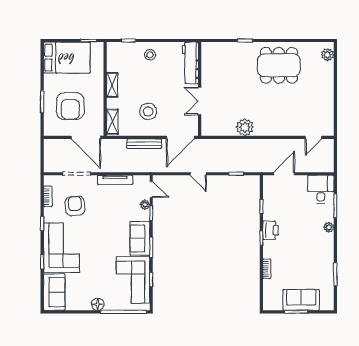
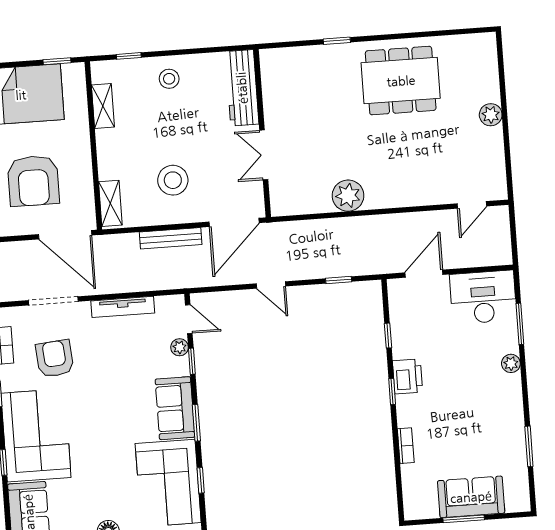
plant: (328, 55) -> (491, 115), moved
shelving: (112, 85) -> (103, 106), moved
desk: (321, 189) -> (483, 297), width x1.37

